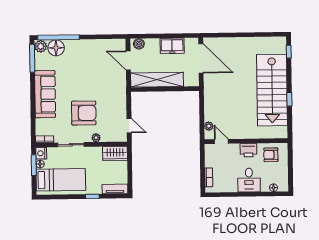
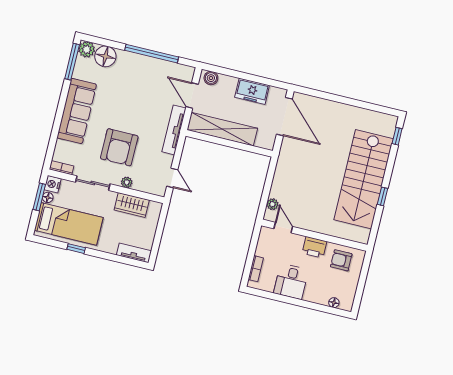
window: (58, 37) -> (152, 54), moved
tv unit: (121, 90) -> (174, 130), added
armchair: (84, 113) -> (119, 147), turned 90
wardrobe: (115, 153) -> (132, 205), moved
desk: (249, 180) -> (291, 281), moved
window: (92, 196) -> (76, 249), moved

